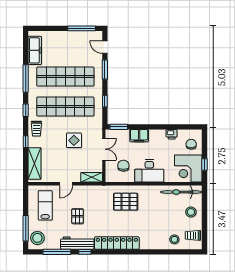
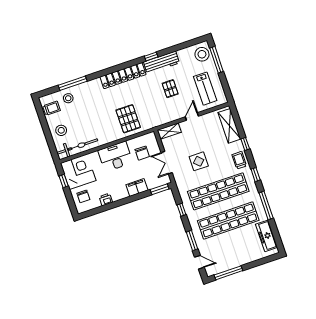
pallet: (126, 202) -> (128, 119), turned 90
window: (57, 252) -> (73, 83), moved

